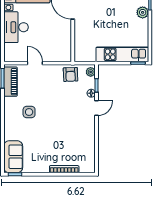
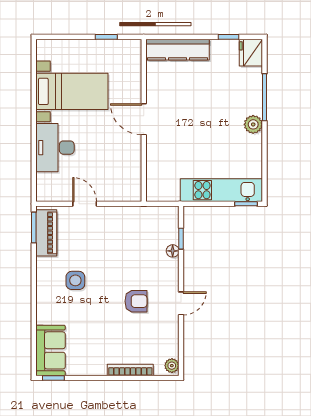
plant: (91, 72) -> (172, 366), moved
armchair: (71, 74) -> (136, 301), moved, turned -88
door: (97, 108) -> (181, 303), moved

